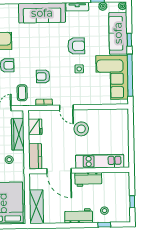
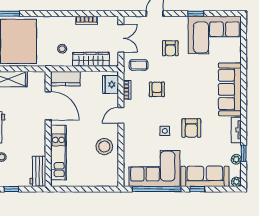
fridge: (35, 127) -> (111, 85), moved, turned 90
stool: (81, 129) -> (104, 147), moved
door: (59, 171) -> (48, 106), swing flipped
workbench: (88, 179) -> (38, 171), moved

